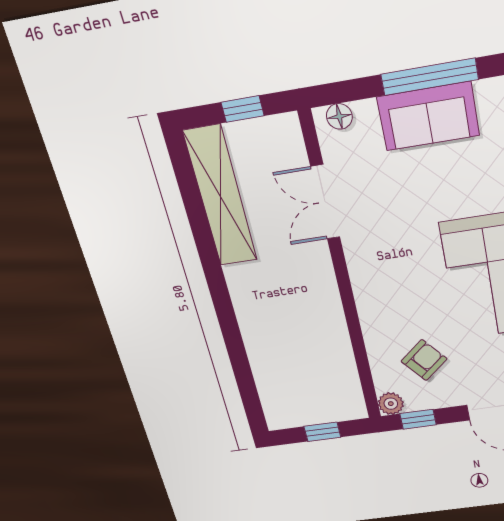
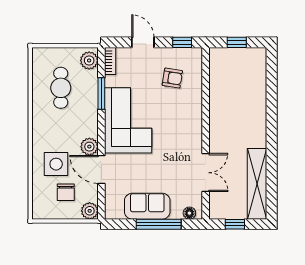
window: (430, 77) -> (159, 224), moved
armchair: (424, 360) -> (172, 78), turned -131
plant: (391, 404) -> (195, 54), removed

